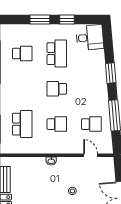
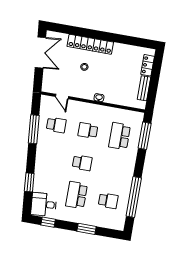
window: (67, 20) -> (48, 222), moved
school desk: (22, 54) -> (108, 201), turned 180
window: (111, 73) -> (29, 182), moved
school desk: (91, 124) -> (56, 125), turned 180

